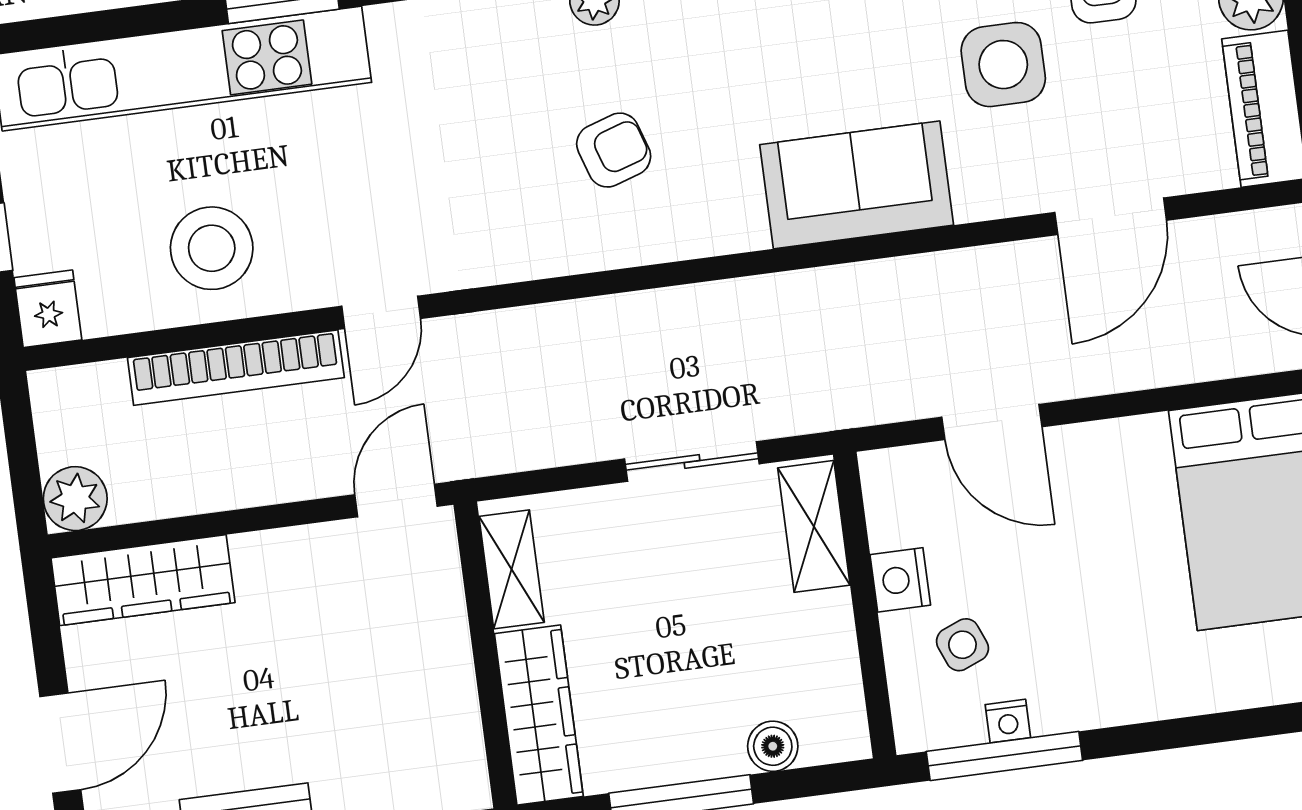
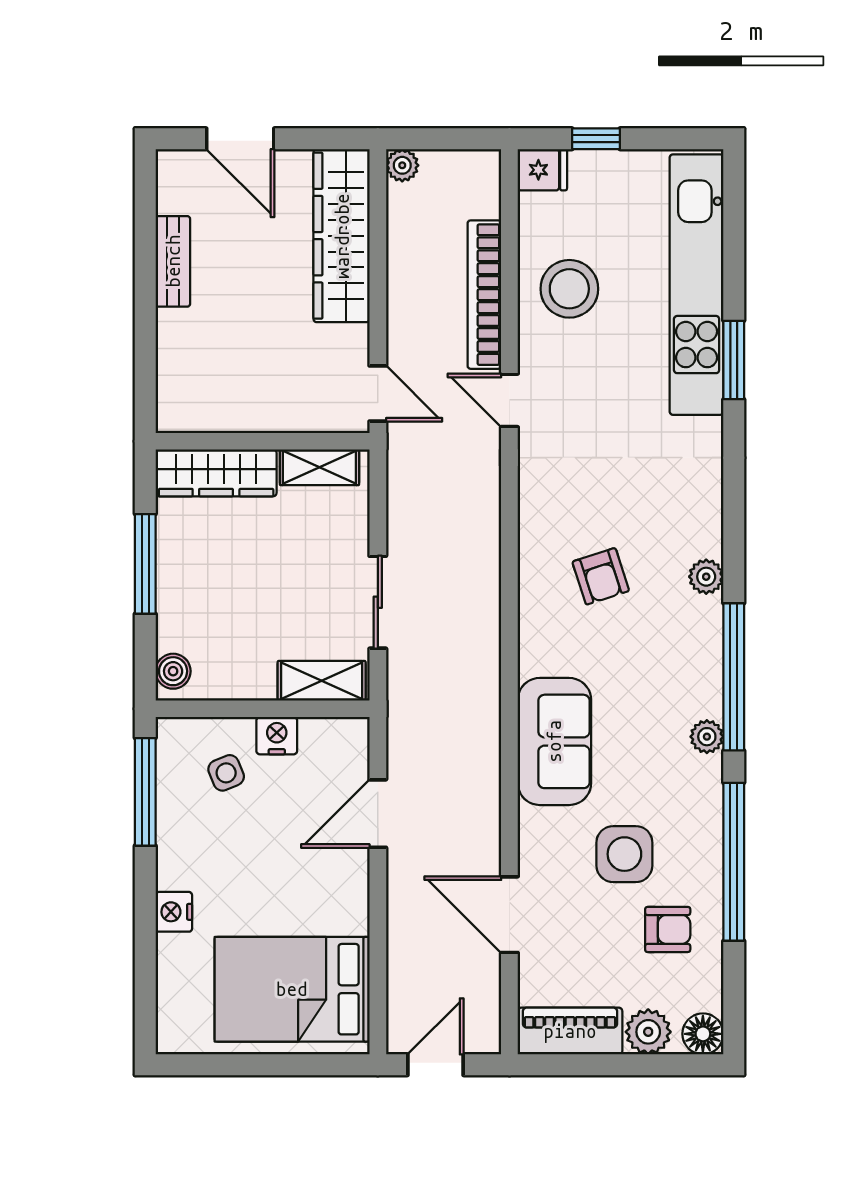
plant: (75, 499) -> (402, 165), width x0.73, depth x0.73
wardrobe: (143, 580) -> (342, 236), width x1.40, depth x1.17
nightstand: (1008, 721) -> (174, 912), moved, width x1.39, depth x1.35
boiler: (773, 746) -> (173, 671), moved

